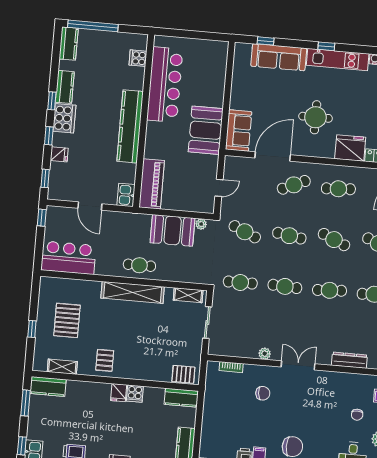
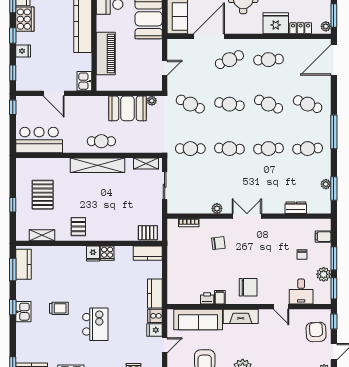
piano: (152, 184) -> (106, 54), moved
dresser: (349, 360) -> (296, 208), width x0.70
kitchen counter: (48, 386) -> (23, 264), moved, turned -90

